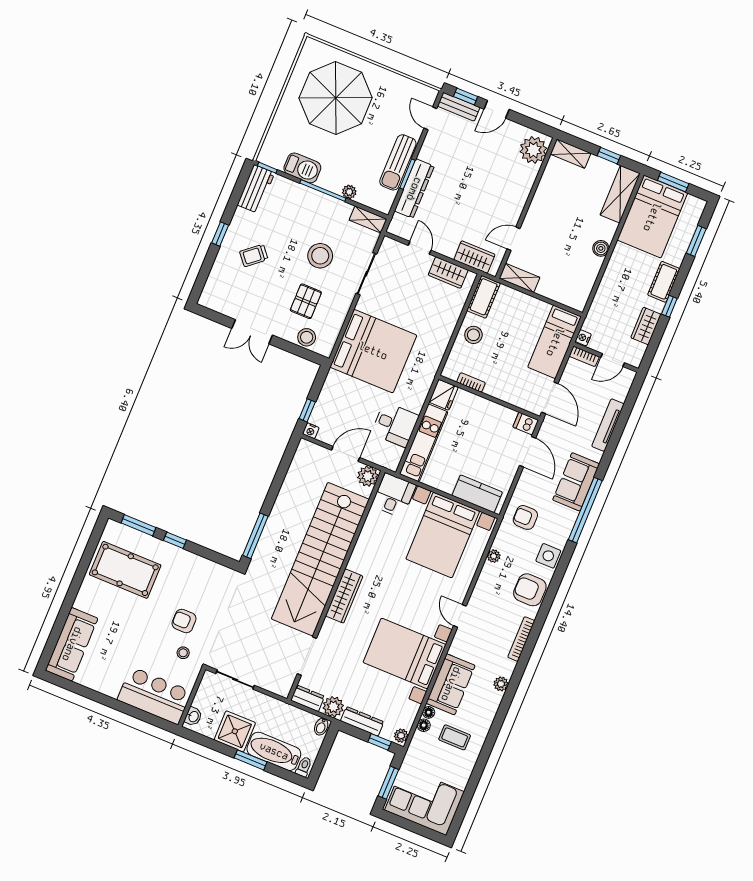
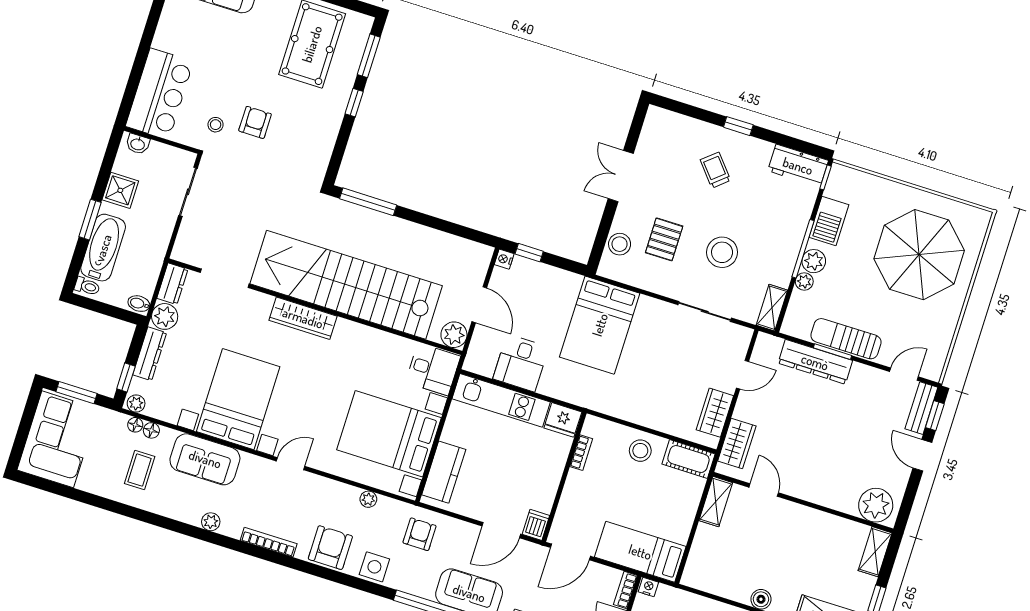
plant: (334, 183) -> (814, 261), added
pallet: (306, 301) -> (664, 239), turned 90
bed: (373, 351) -> (600, 325), width x0.73
floor lamp: (429, 712) -> (135, 425), moved
shower: (235, 731) -> (120, 190), width x0.73, depth x0.73

